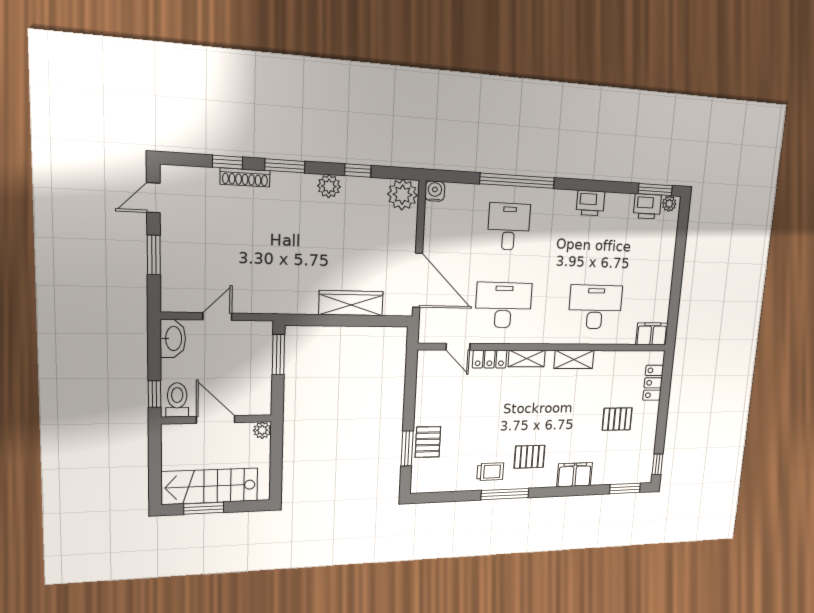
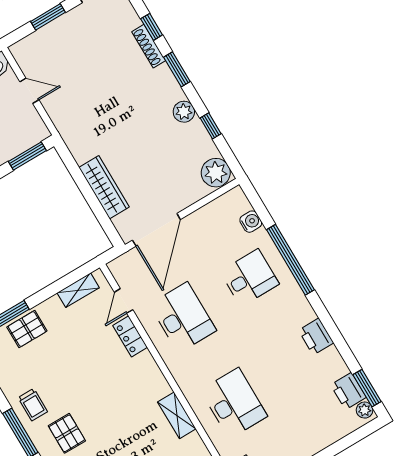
water cooler: (435, 191) -> (251, 222), moved
shelving: (527, 358) -> (78, 290), moved, turned 90

